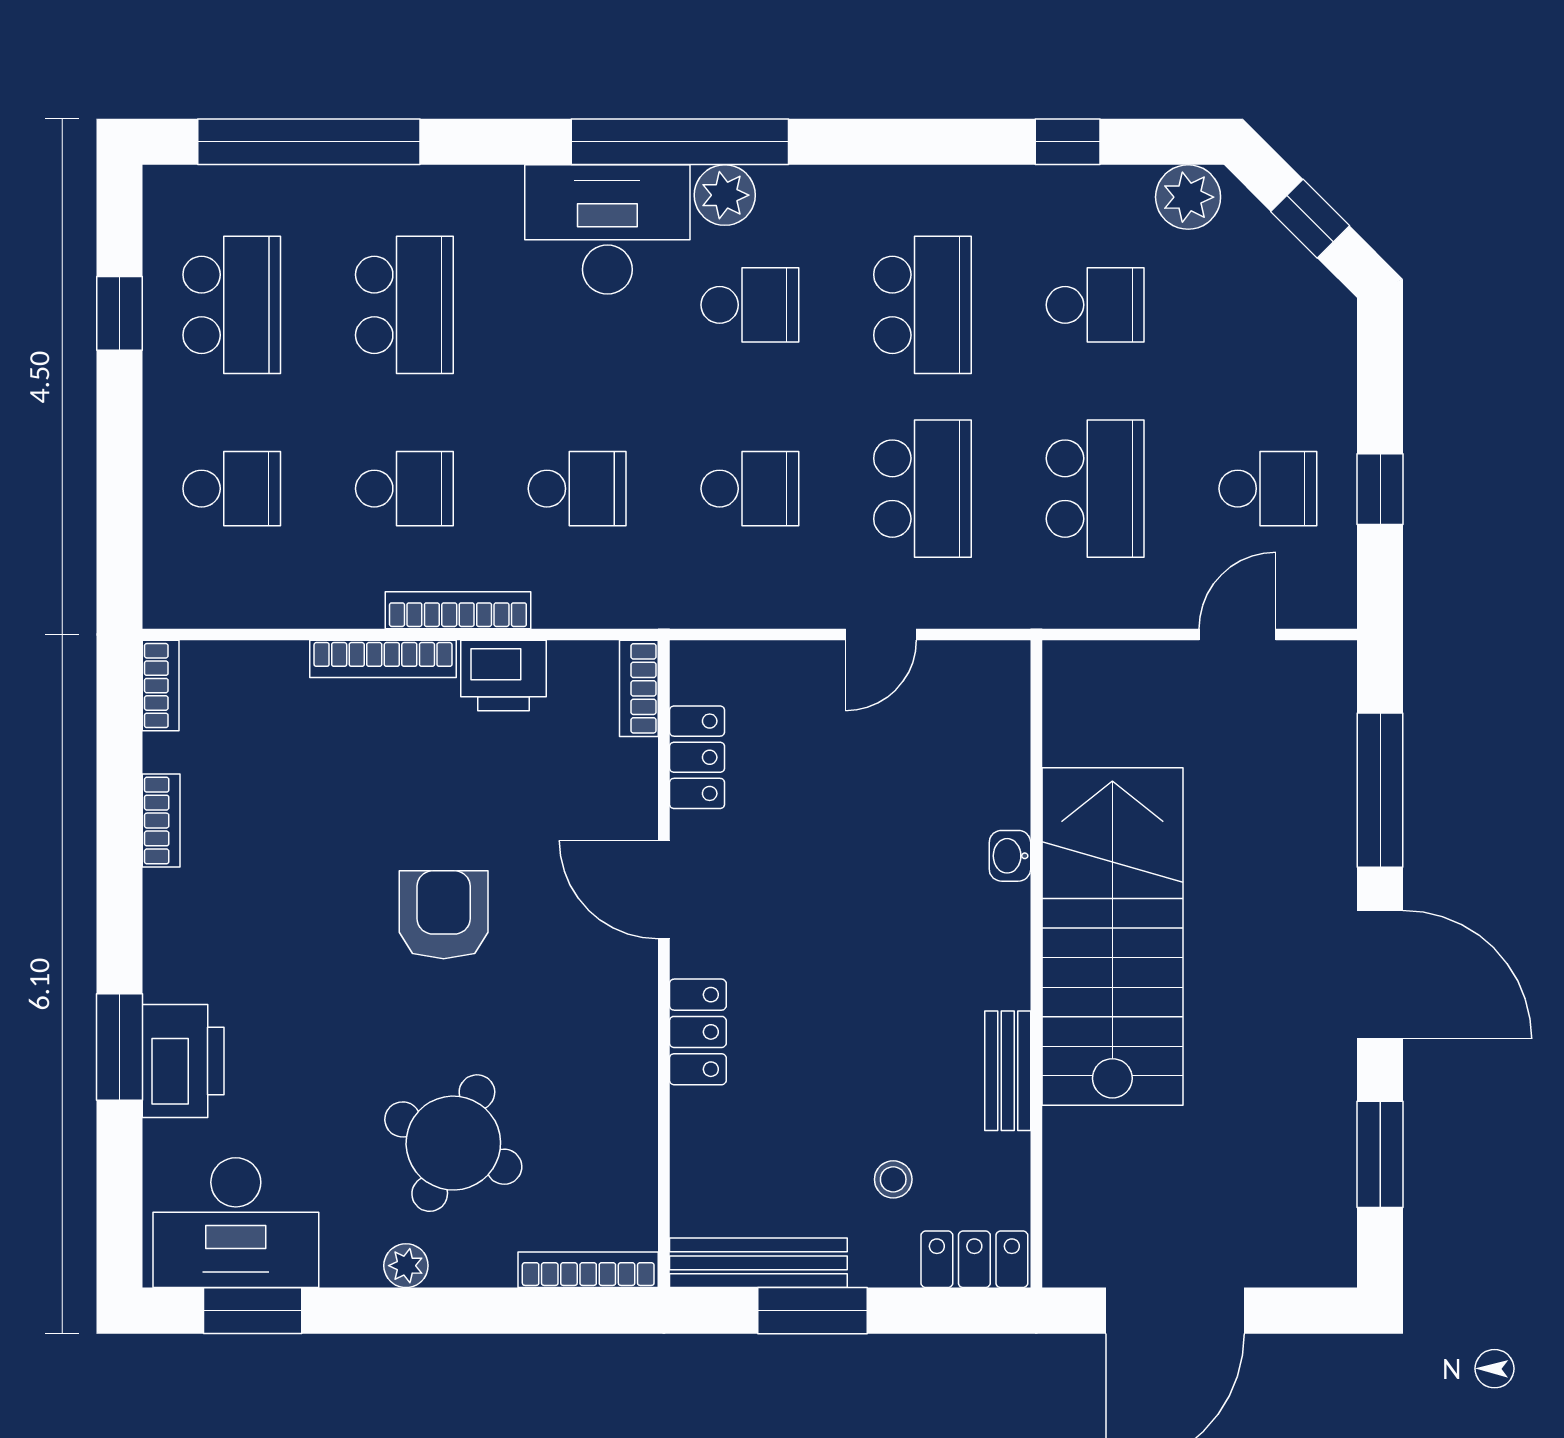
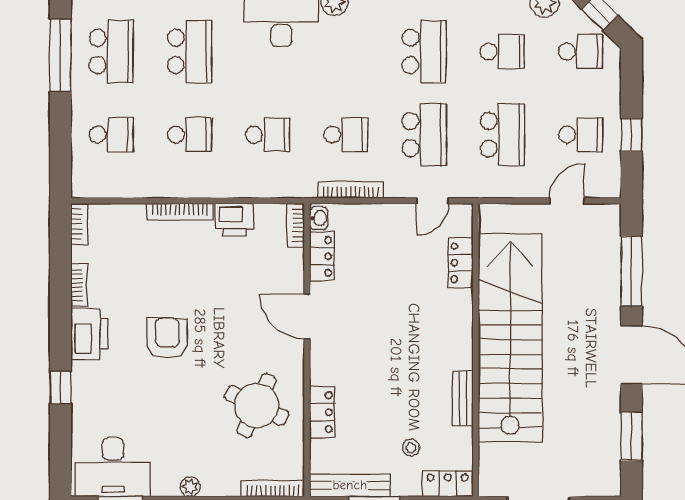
school desk: (750, 305) -> (581, 51), moved
window: (120, 313) -> (60, 55), width x2.17
bookcase: (458, 610) -> (351, 190), moved
door: (881, 634) -> (433, 201), moved
locker: (1003, 771) -> (461, 263), added
washbasin: (1010, 856) -> (319, 218), moved, turned 180
armchair: (444, 915) -> (167, 338), moved
stairs: (1112, 936) -> (510, 338), width x1.36
locker: (698, 1032) -> (322, 412), moved
window: (120, 1047) -> (60, 388), width x0.67
printer: (183, 1061) -> (89, 334), moved
round table: (453, 1143) -> (257, 405), moved

